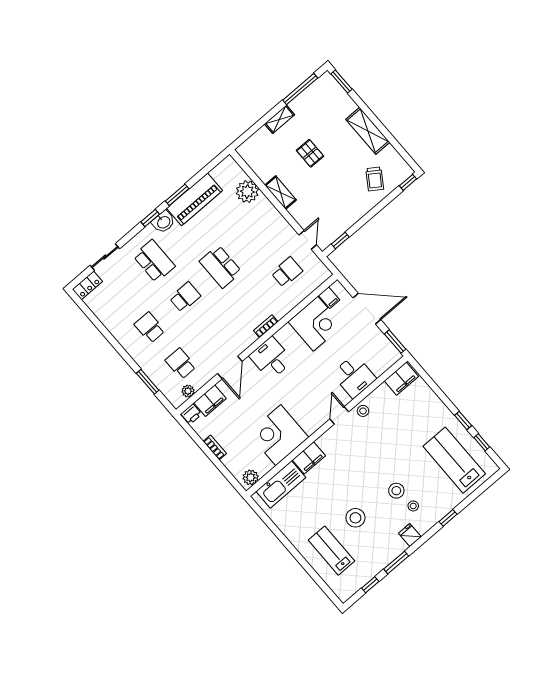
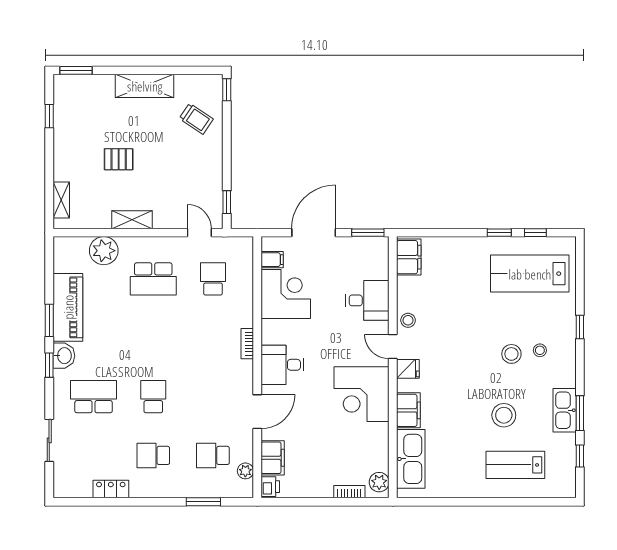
window: (300, 89) -> (49, 116), width x0.46
shelving: (280, 119) -> (61, 200), moved
school desk: (220, 267) -> (153, 279), moved
locker: (87, 285) -> (111, 489), moved, turned -90
door: (230, 367) -> (257, 412), hinge flipped
corner desk: (278, 435) -> (362, 394), moved
bookcase: (215, 448) -> (349, 492), moved
fridge: (410, 535) -> (408, 369), moved, turned 180
kitchen sink: (390, 552) -> (565, 410), added

